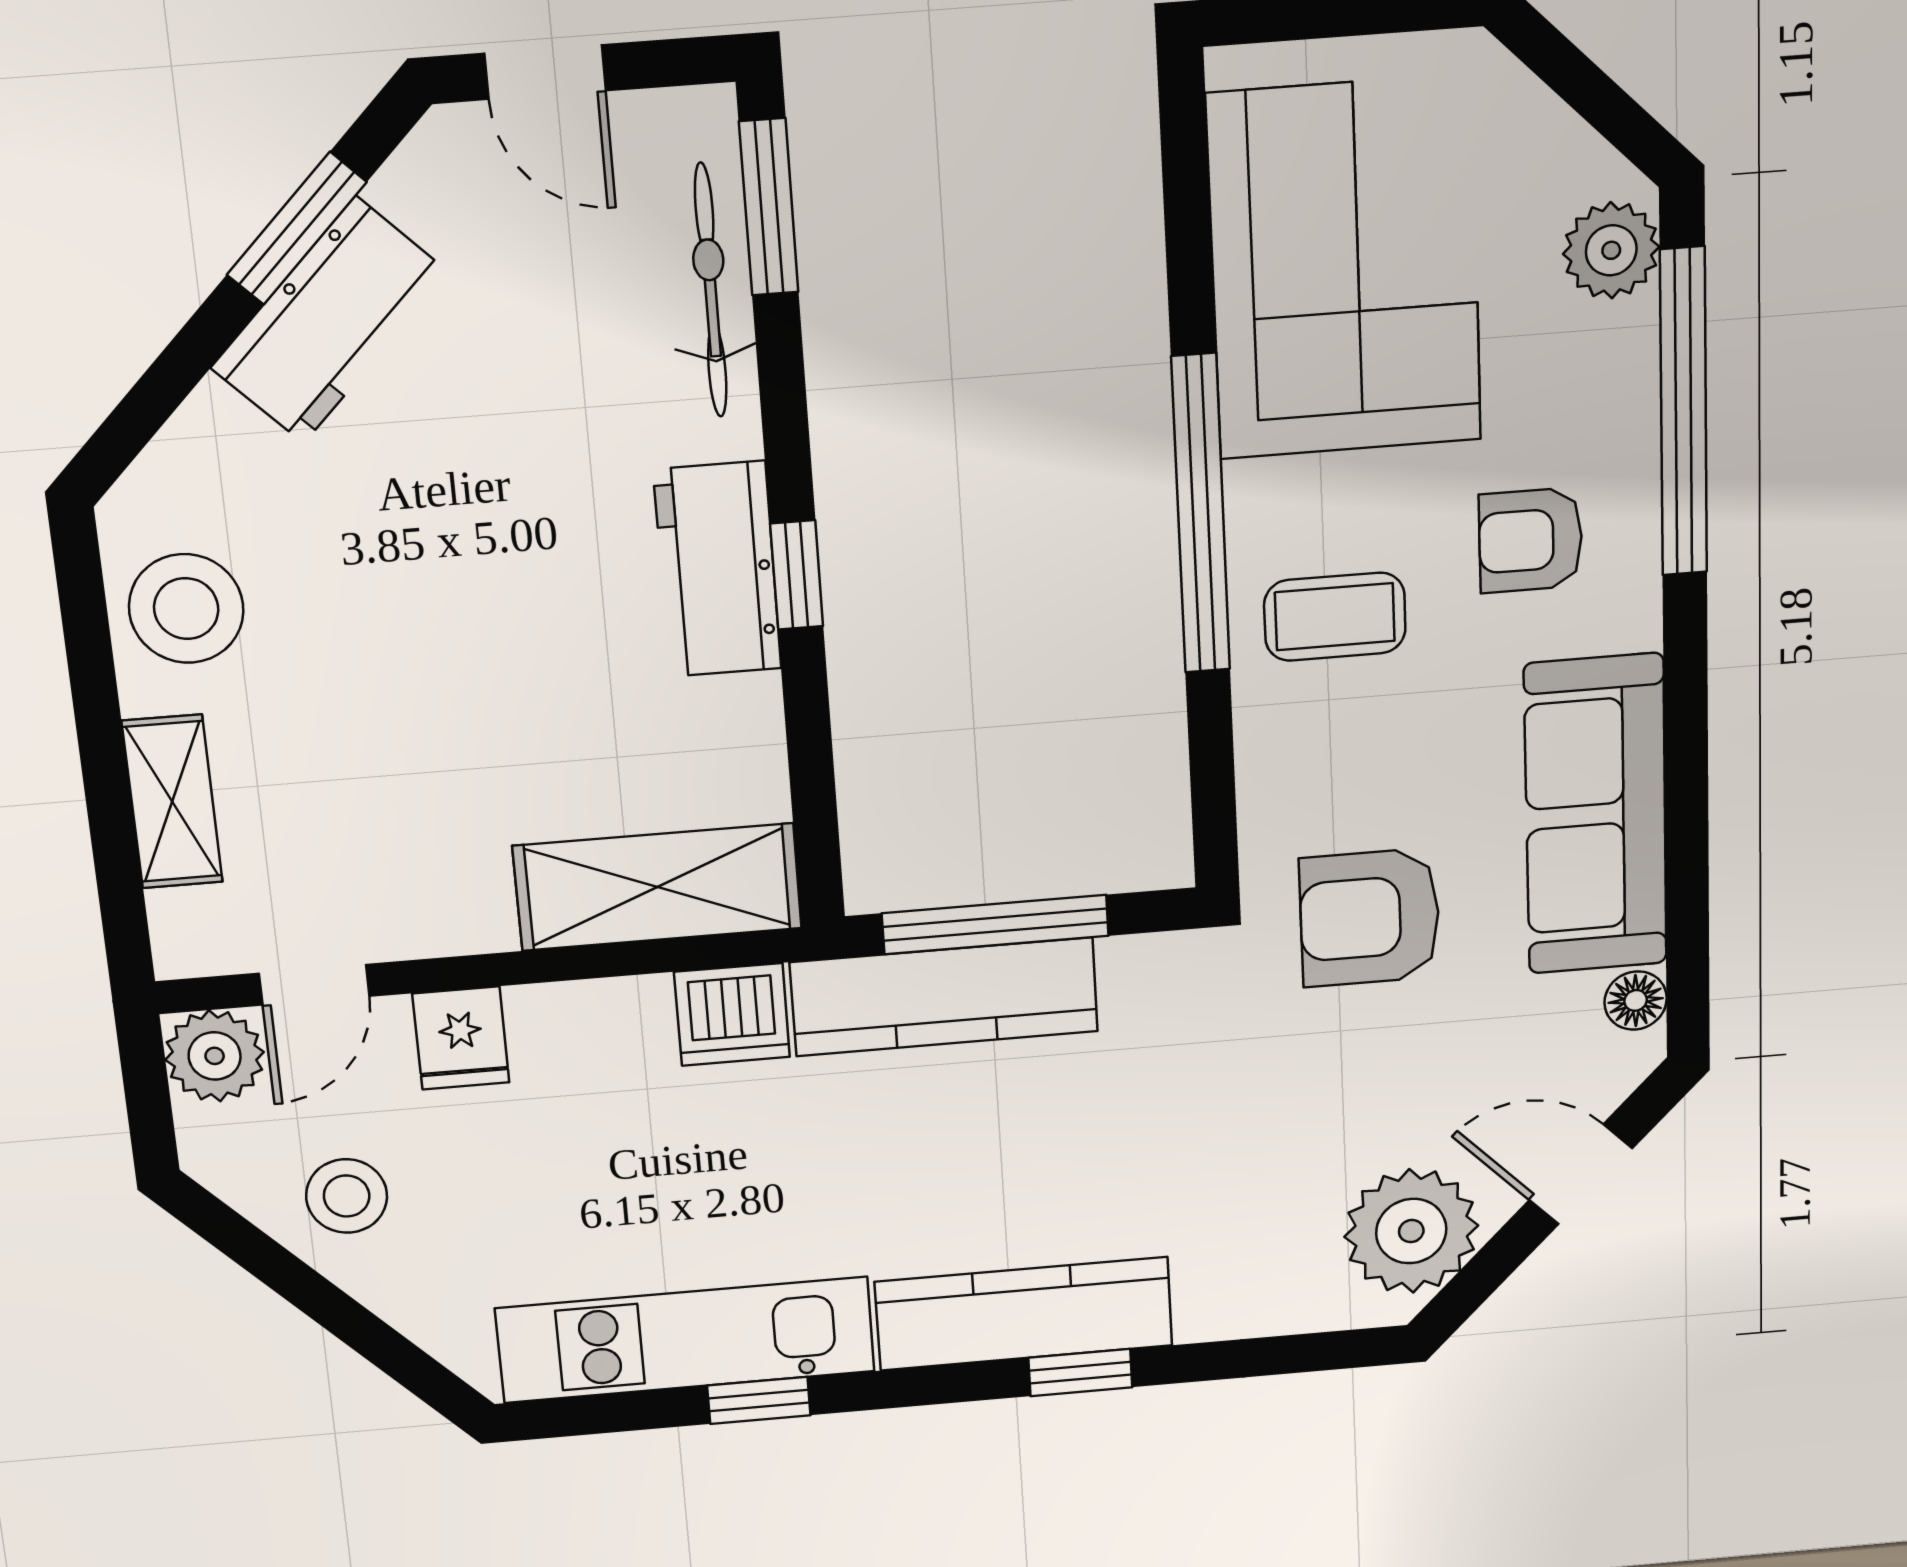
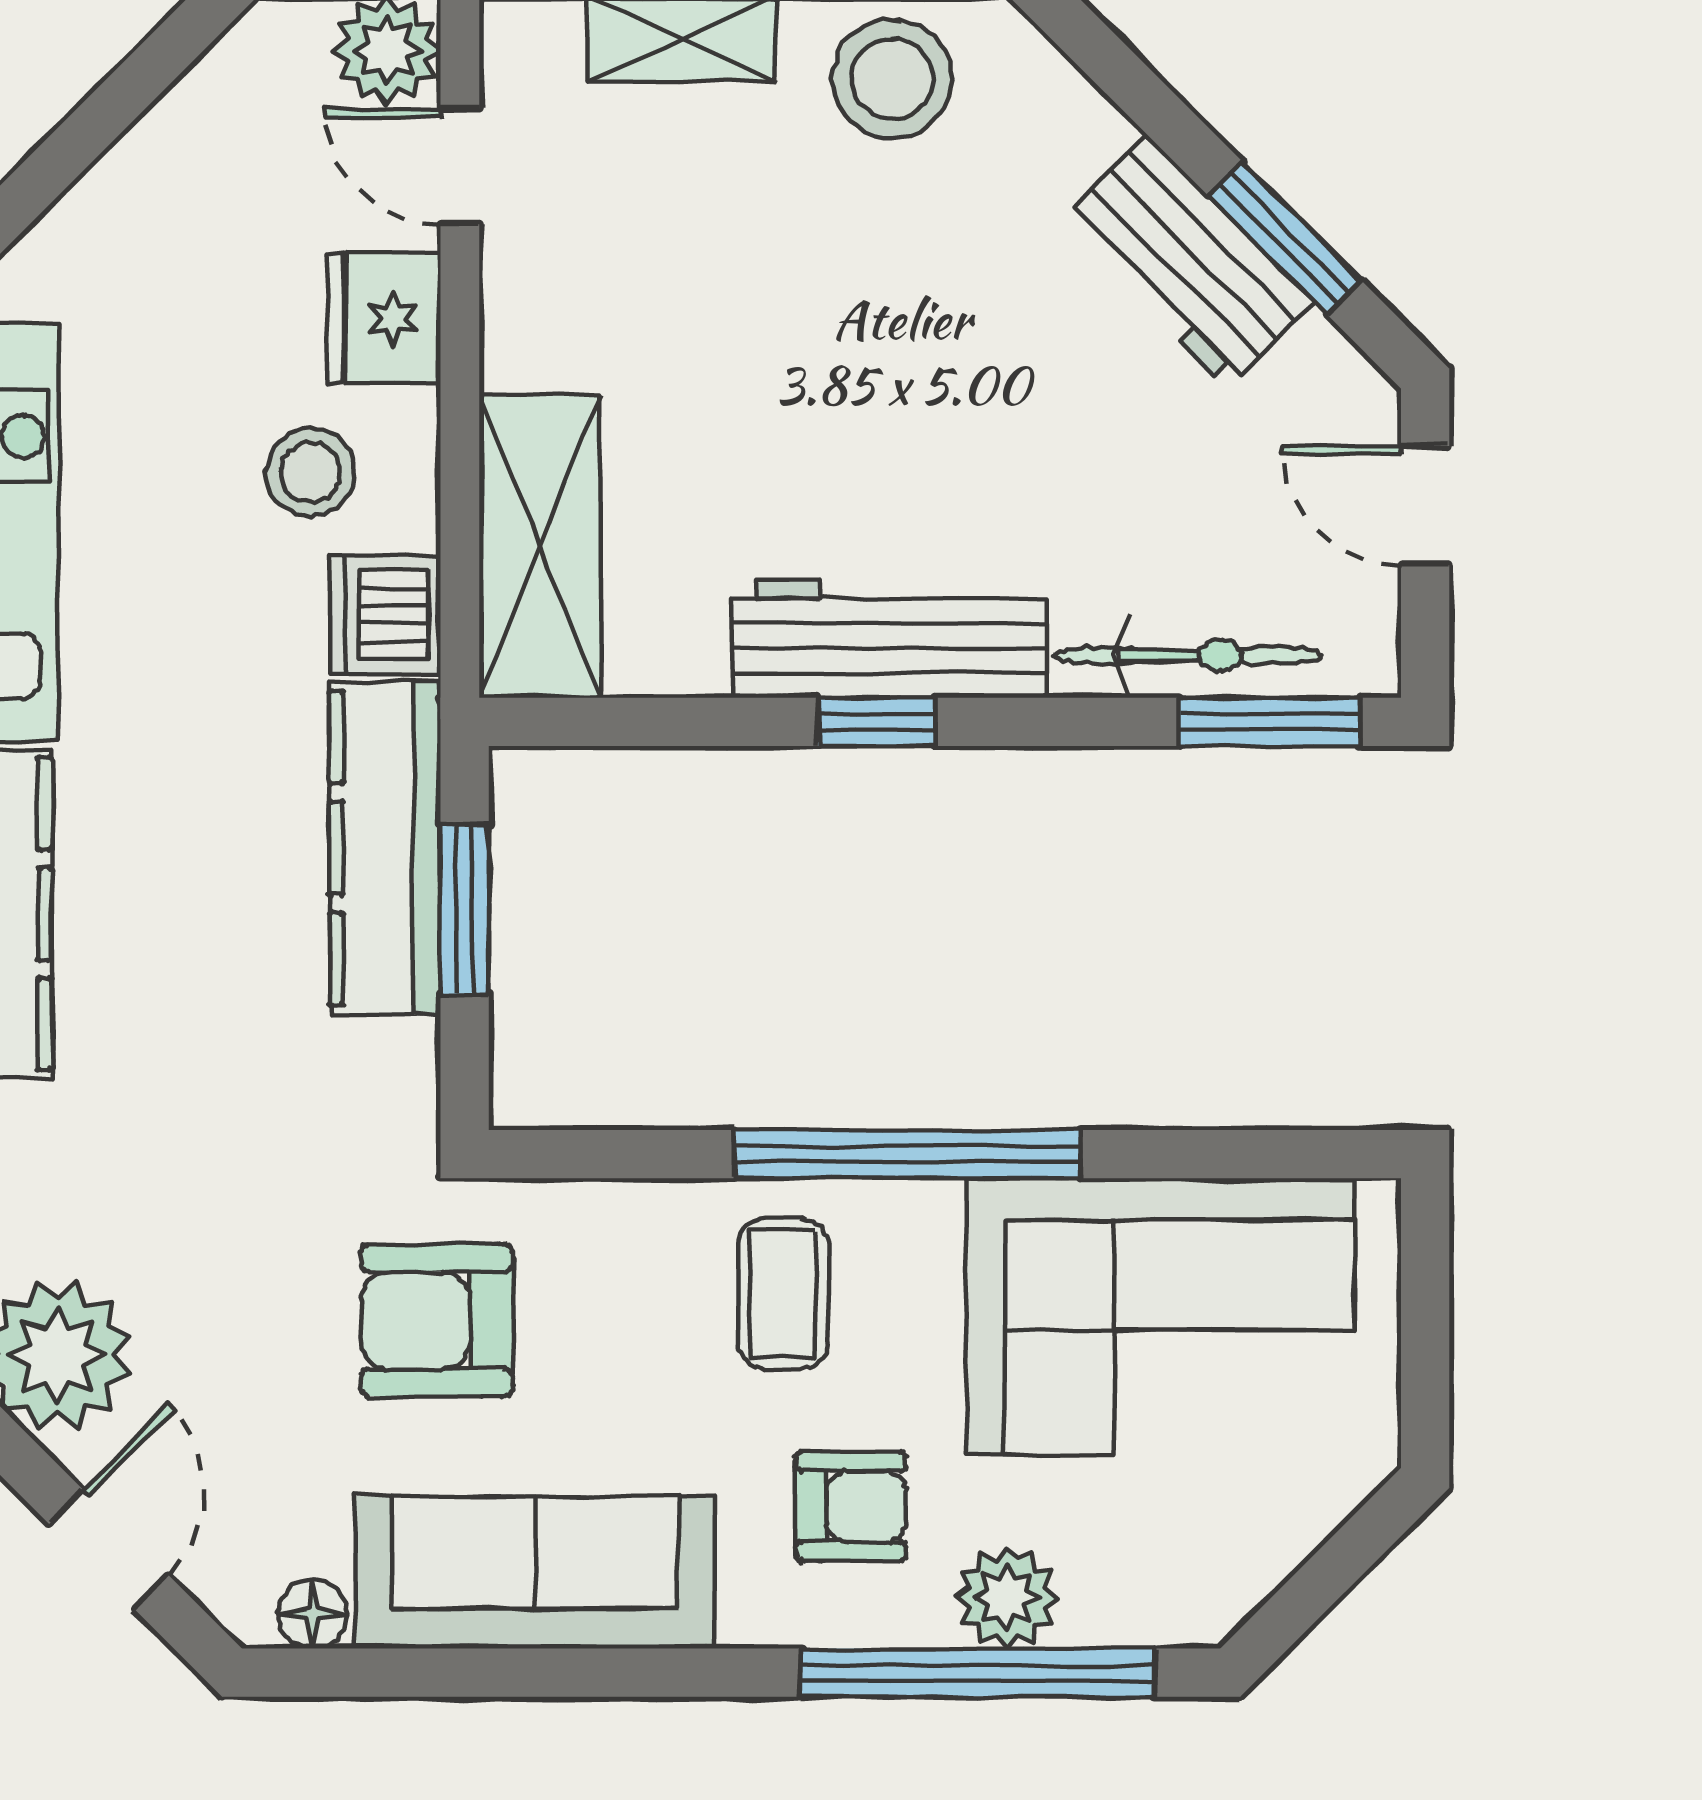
door: (545, 72) -> (1425, 506), hinge flipped
plant: (1611, 250) -> (1006, 1598), moved
armchair: (1531, 540) -> (851, 1507), turned 90
workbench: (718, 569) -> (889, 639), width x1.38
armchair: (1370, 918) -> (437, 1320), turned -90
window: (995, 925) -> (465, 909), width x0.69
fridge: (461, 1038) -> (384, 318), width x1.38
stool: (347, 1196) -> (310, 472), moved

